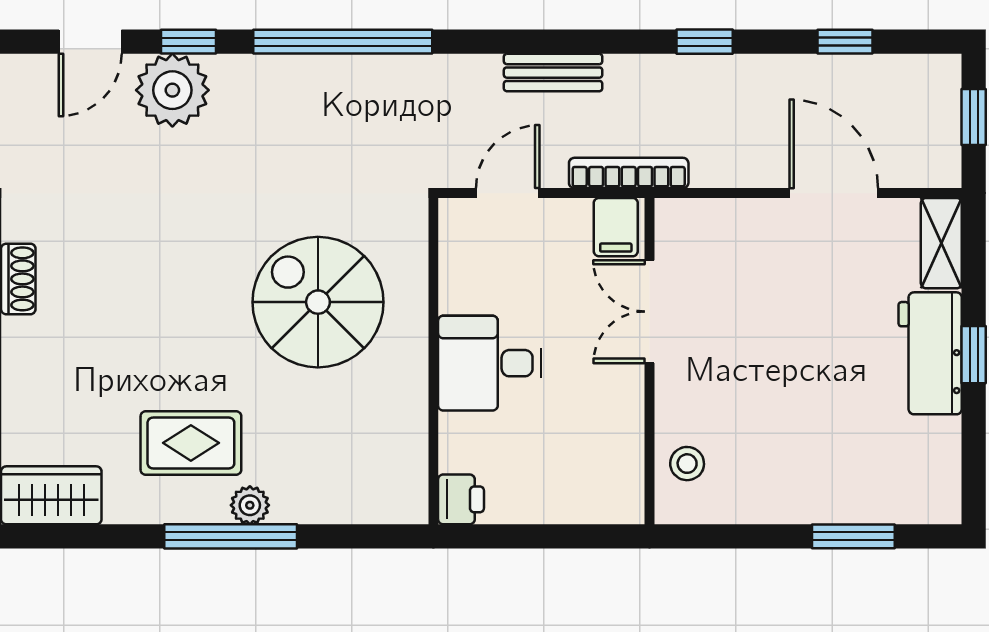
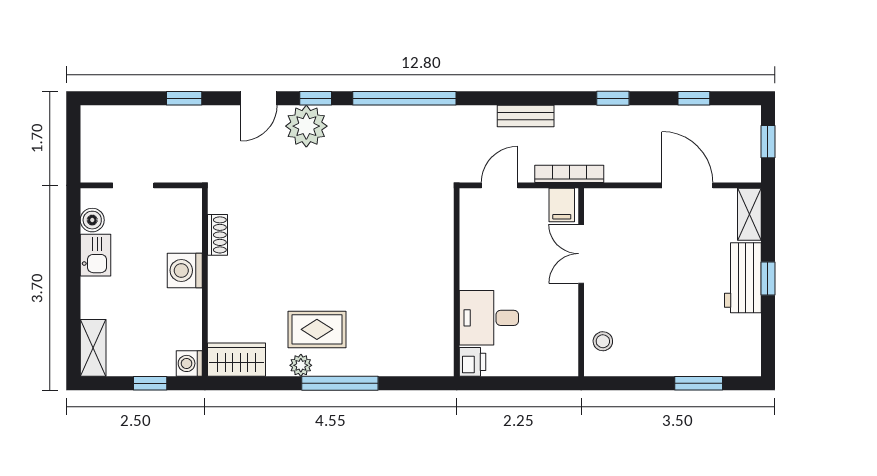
spiral stairs: (318, 302) -> (390, 248), removed
desk: (489, 363) -> (489, 318), moved
plant: (250, 505) -> (301, 365), moved

